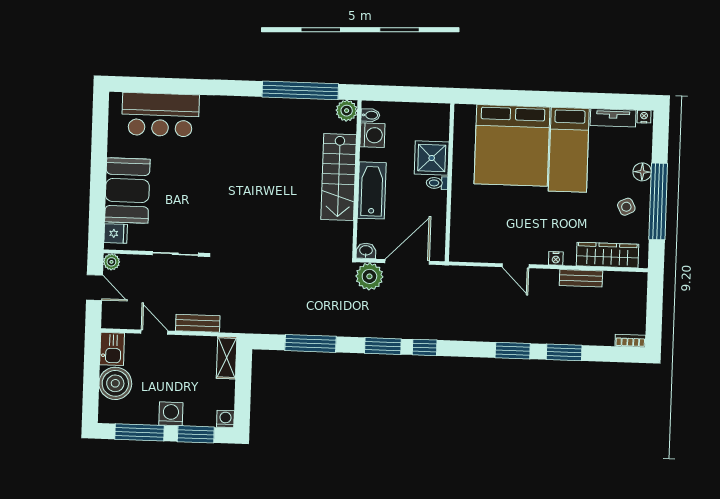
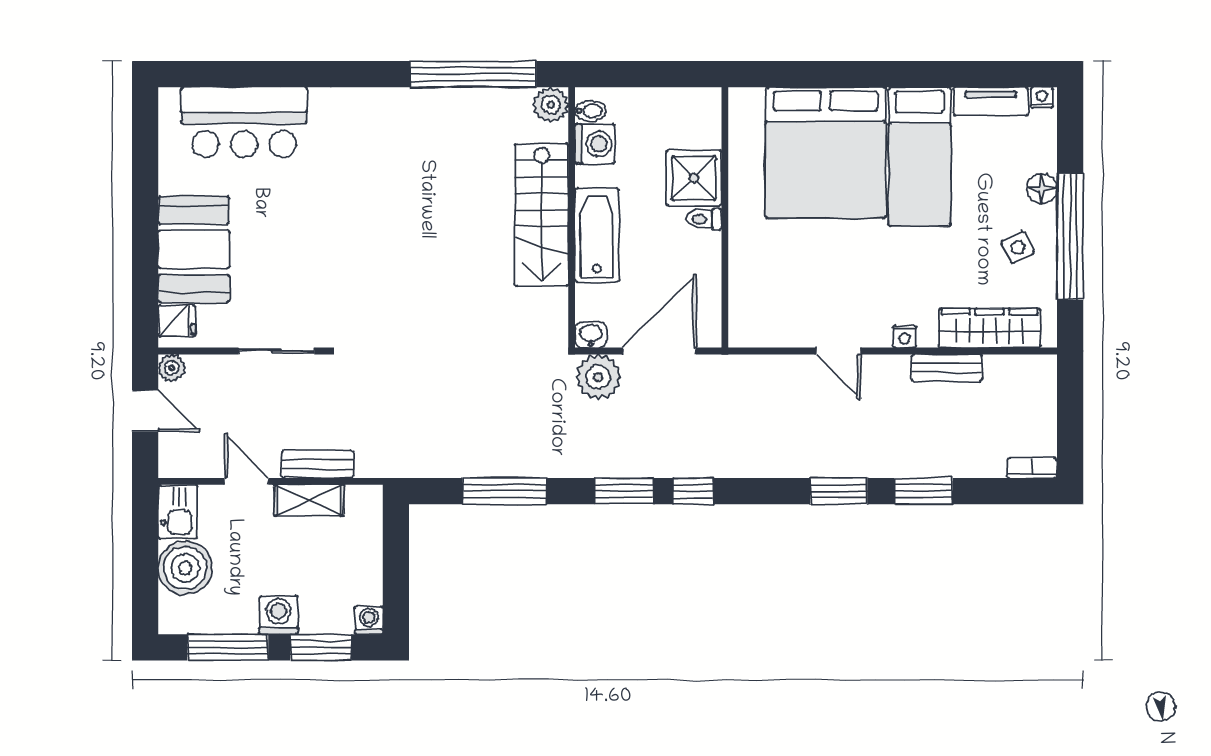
shelving: (227, 358) -> (309, 500), moved, turned 90

